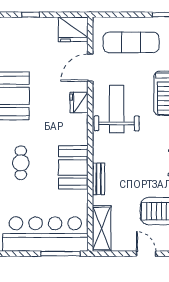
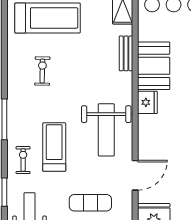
exercise mat: (131, 42) -> (90, 203), width x0.73, depth x0.69
fridge: (79, 102) -> (147, 102), moved

